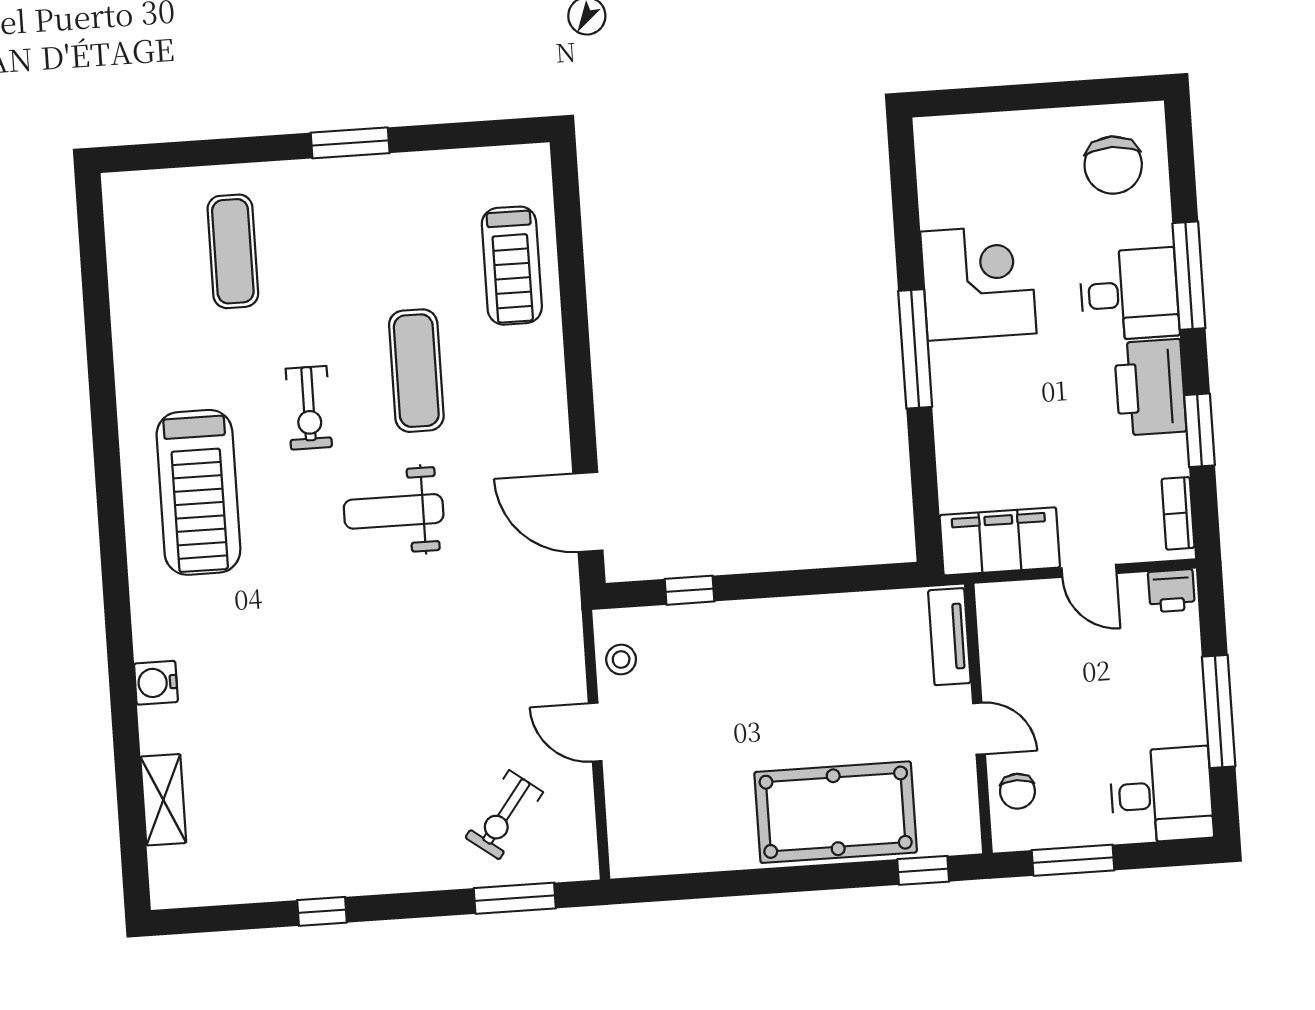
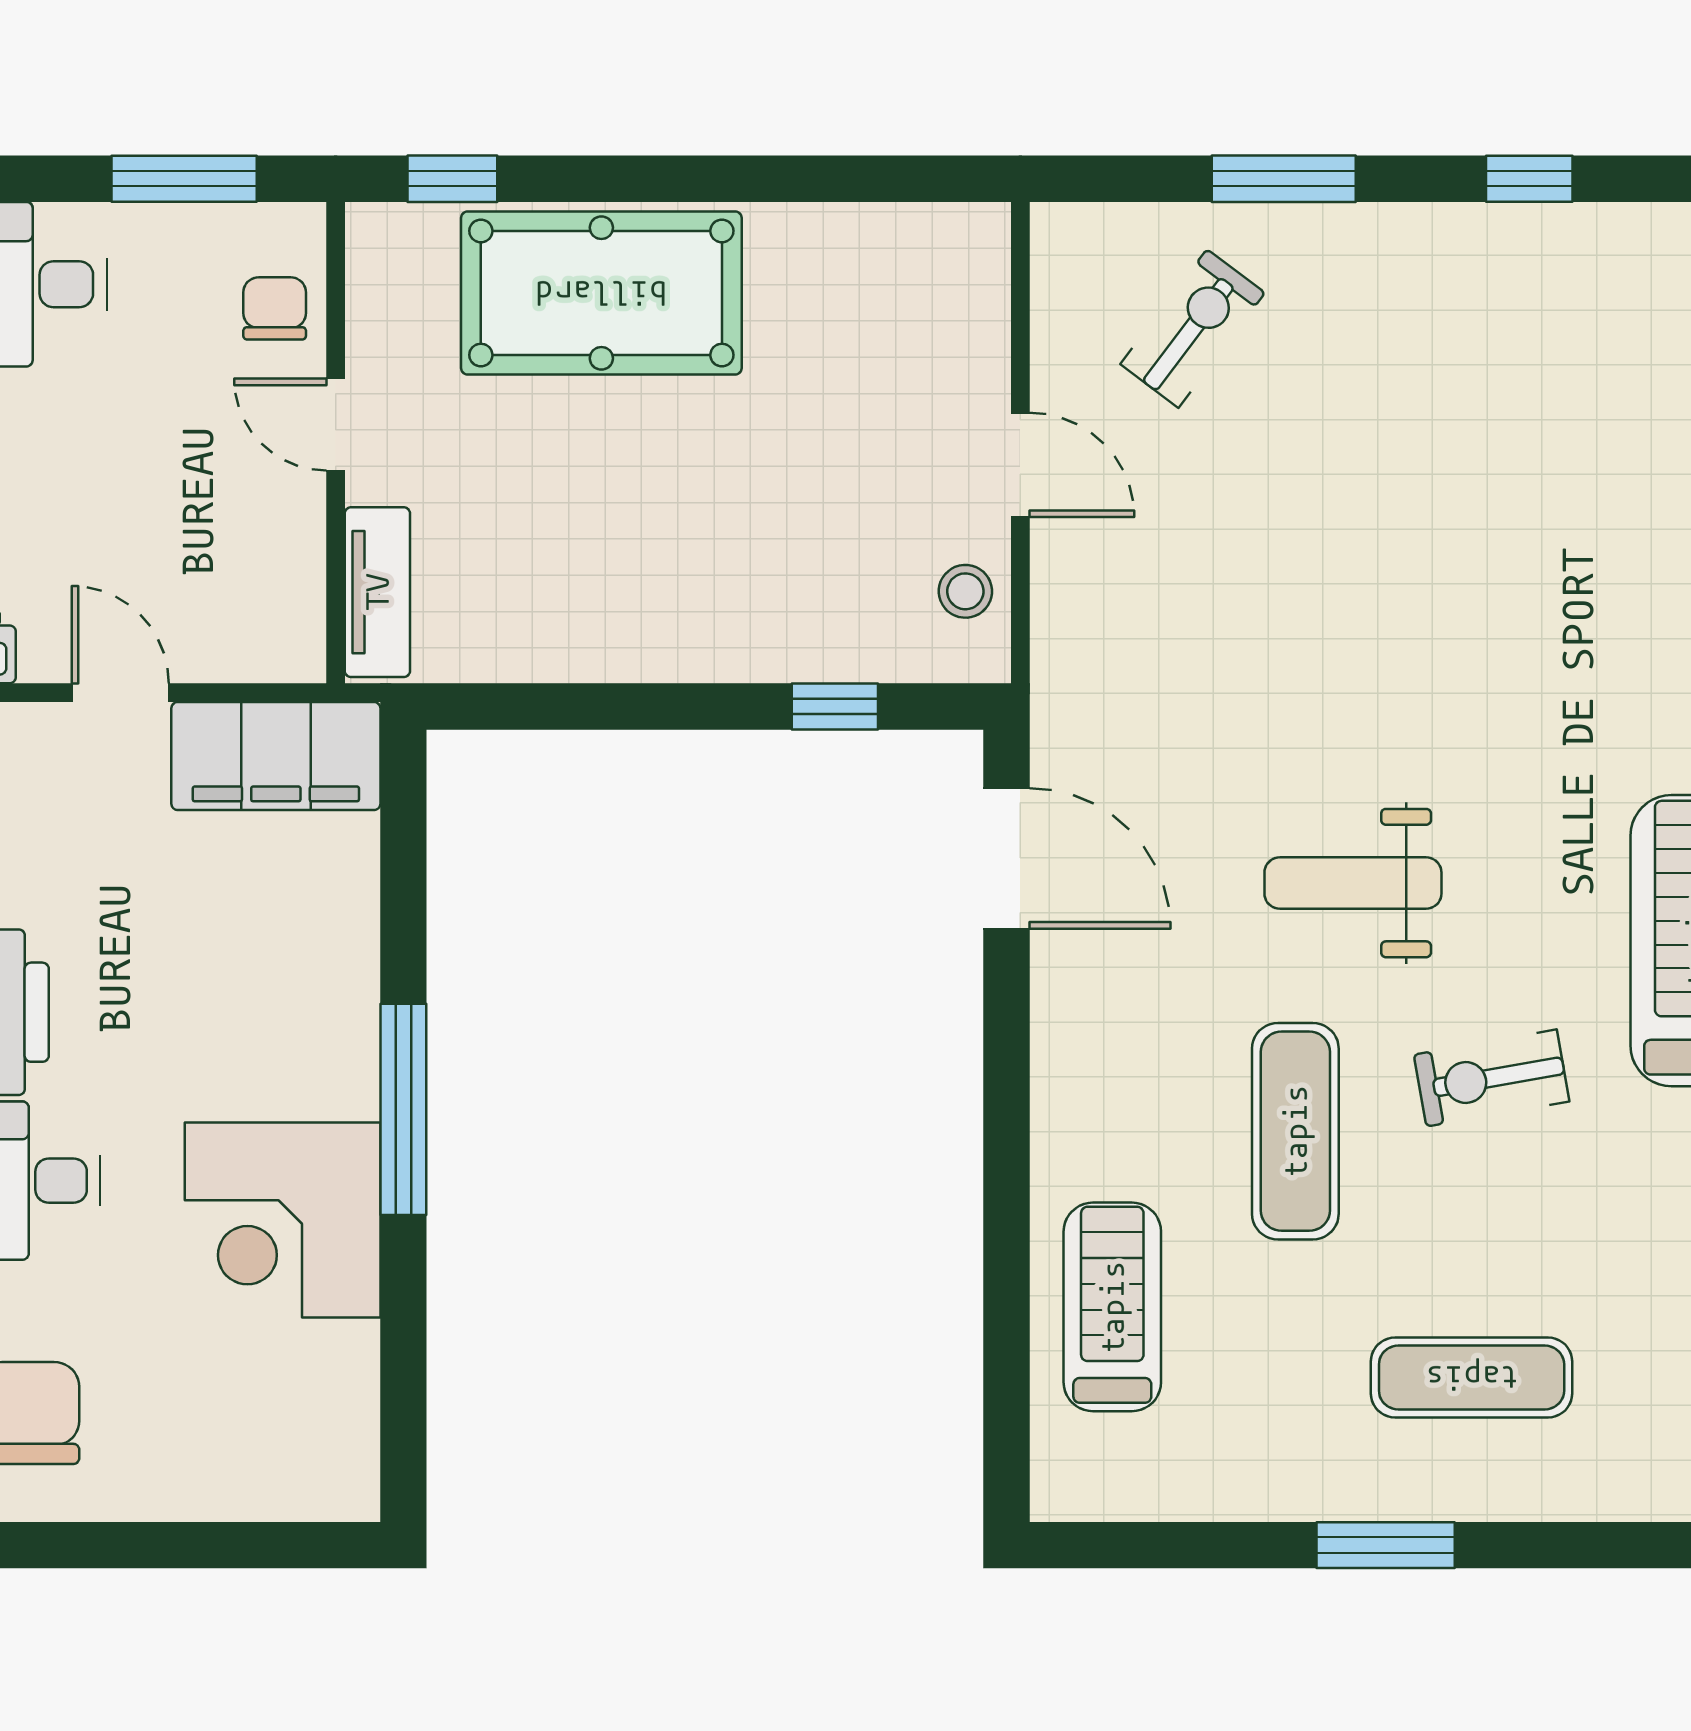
exercise mat: (233, 251) -> (1472, 1378), moved, turned 90
exercise bike: (309, 408) -> (1492, 1078), turned -100
weight bench: (394, 511) -> (1353, 883), turned 180
window: (515, 898) -> (1284, 179), moved

